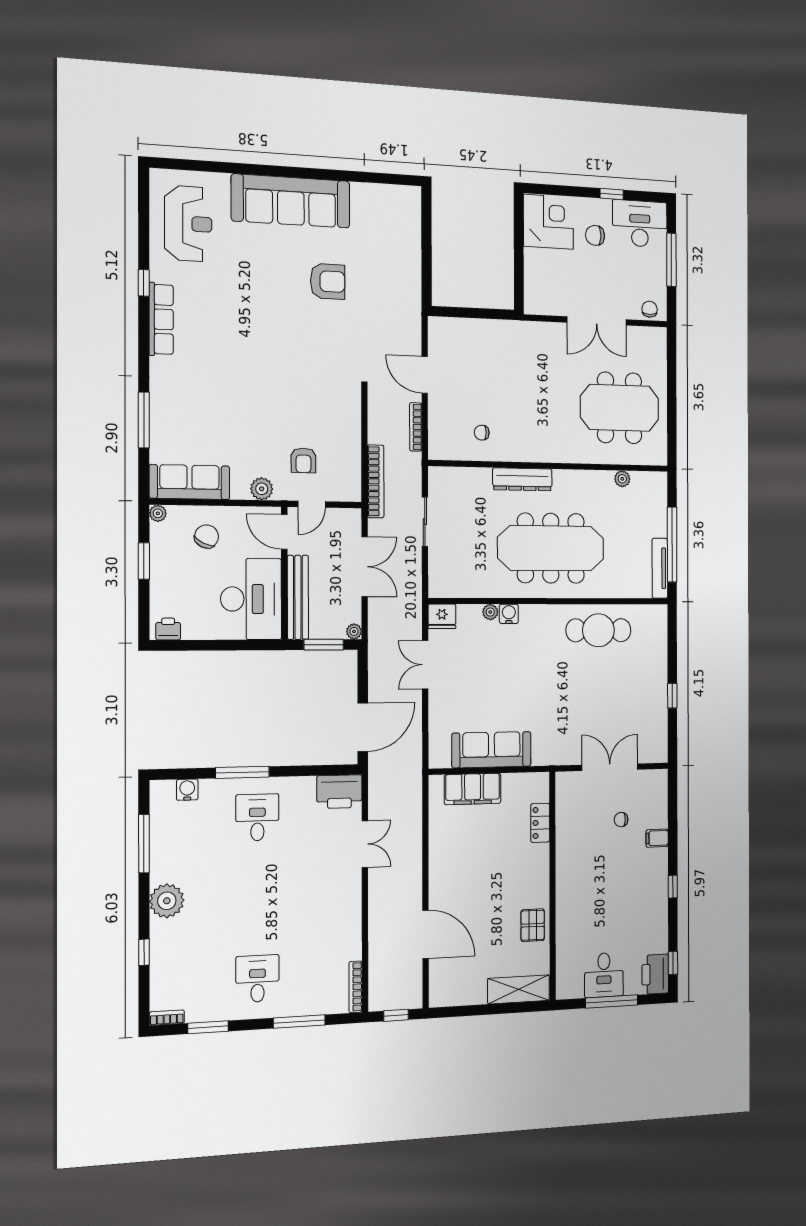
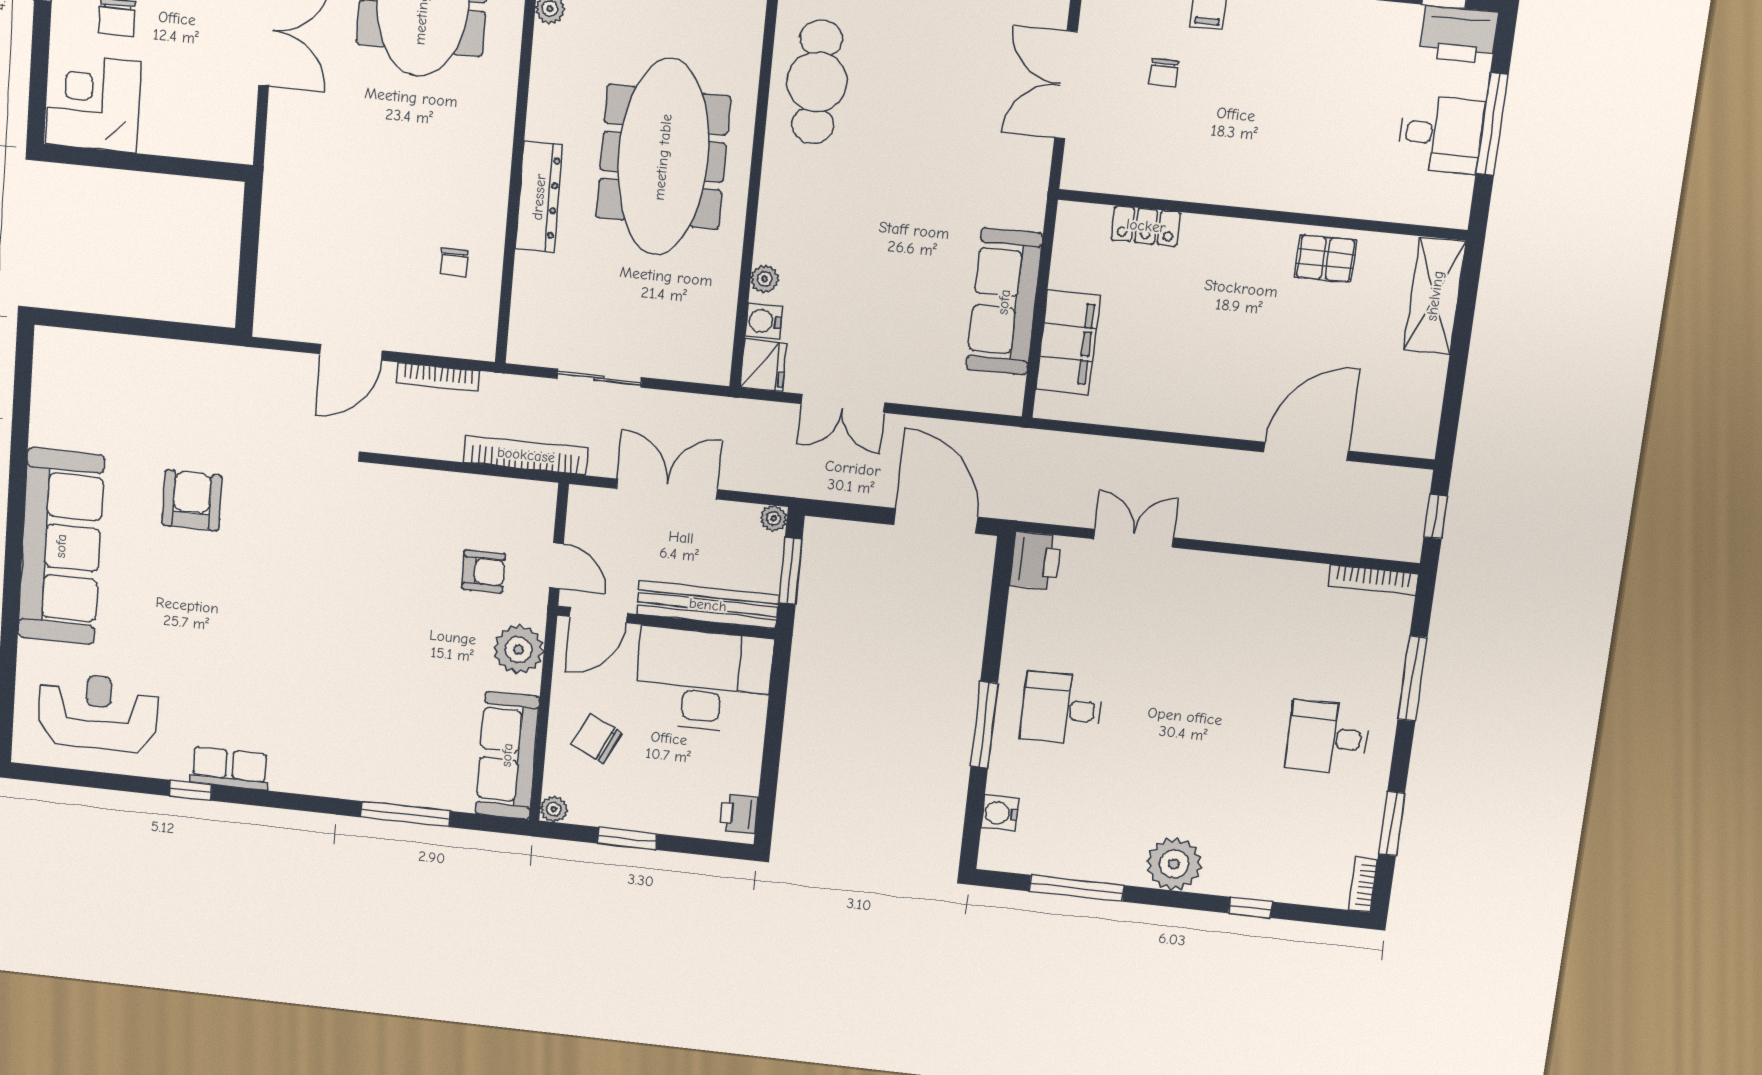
row of seats: (161, 319) -> (229, 768), width x0.68
plant: (262, 489) -> (518, 650), width x1.36, depth x1.36
water cooler: (509, 614) -> (763, 321), moved
printer: (339, 792) -> (1036, 561), width x0.73, depth x0.84

